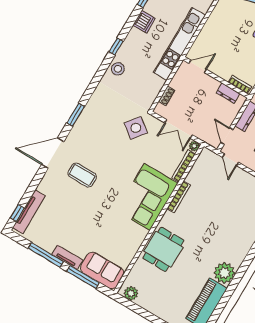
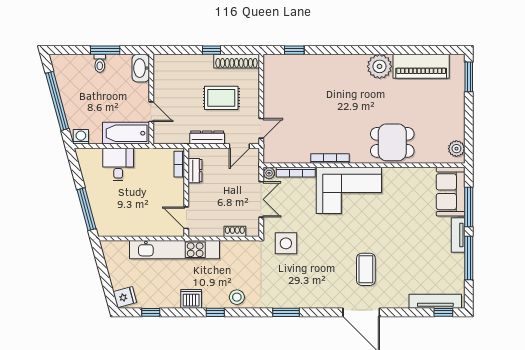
dishwasher: (144, 22) -> (191, 299), moved
window: (76, 115) -> (286, 312), moved
side table: (136, 128) -> (286, 243), turned -38

